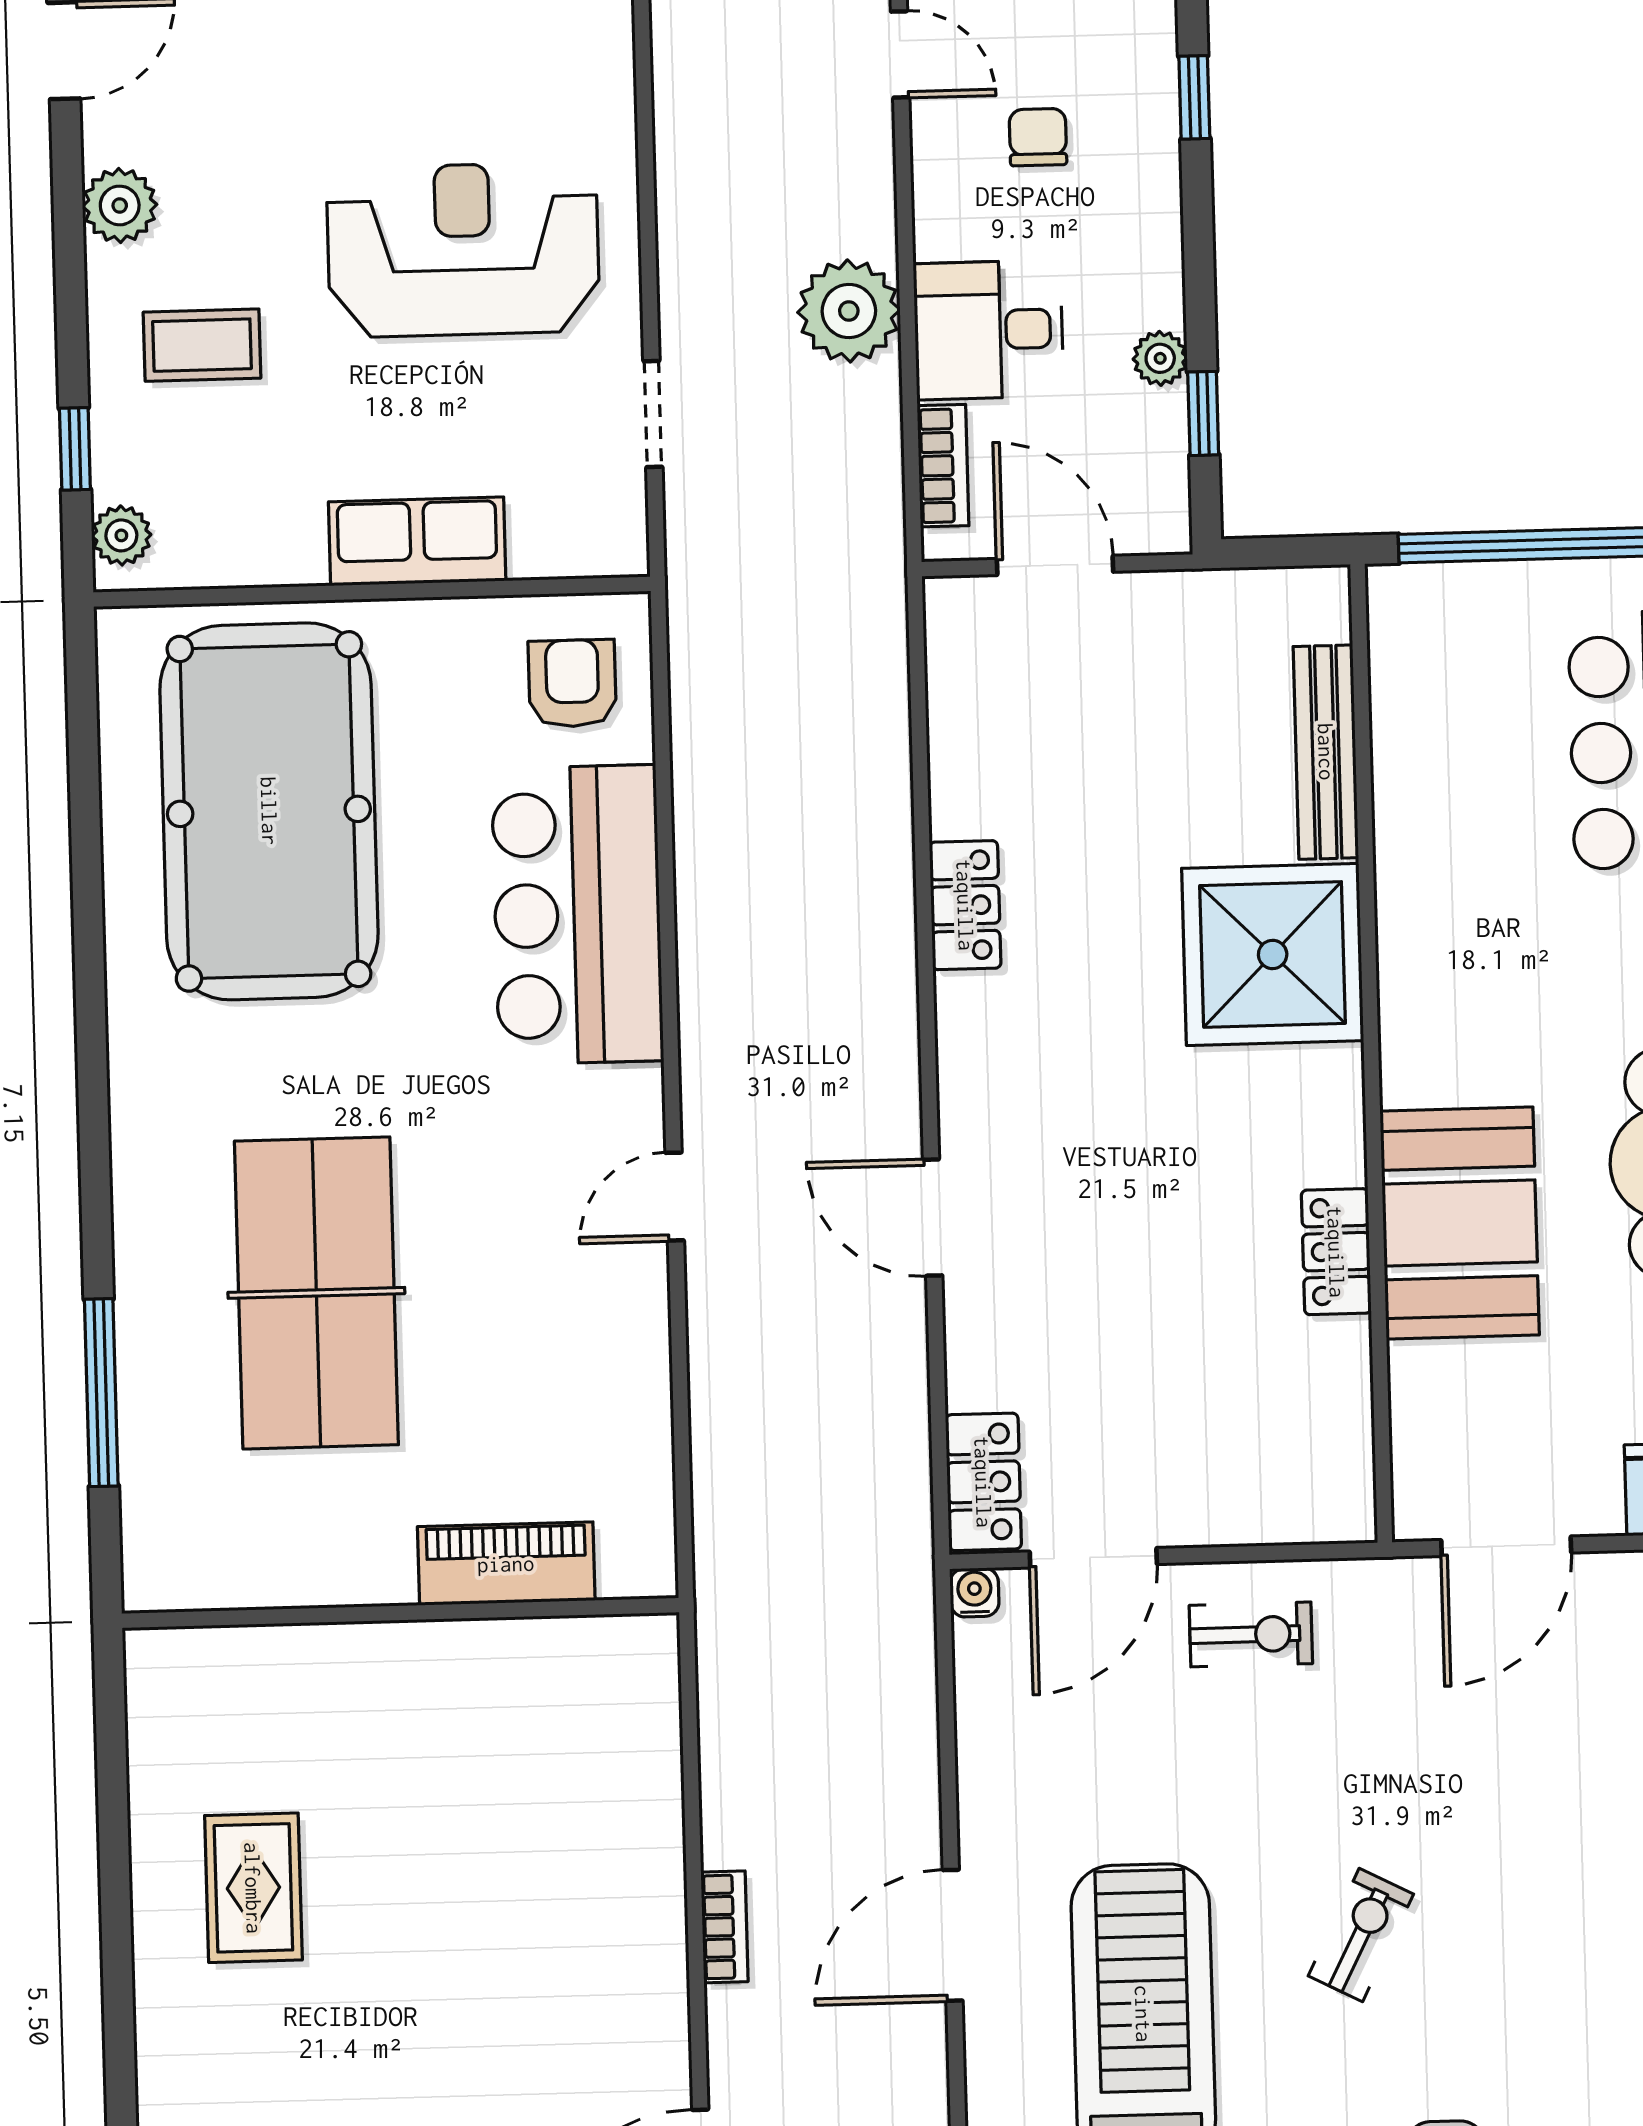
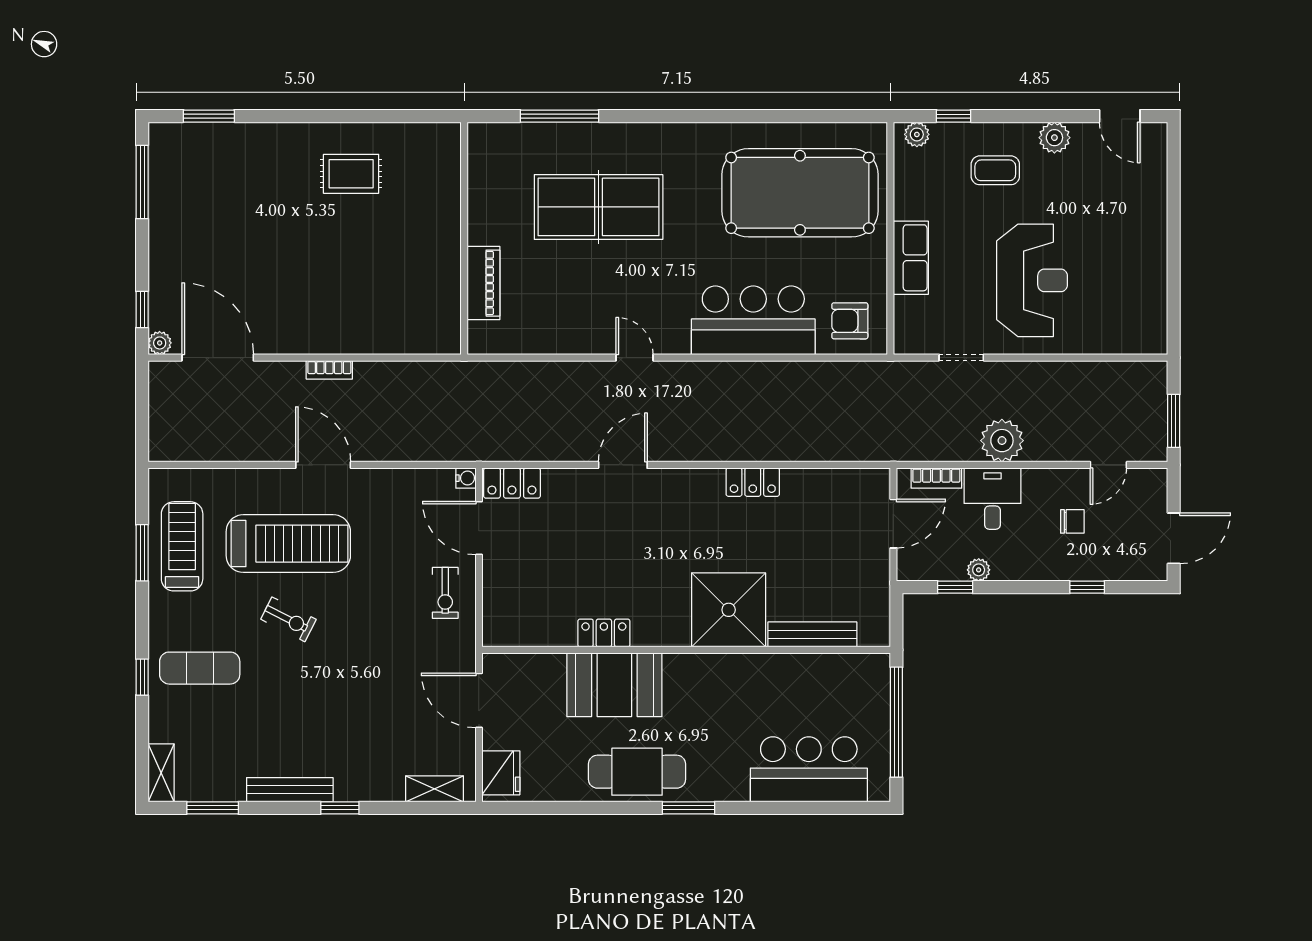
coffee table: (202, 345) -> (995, 170), turned 90
armchair: (572, 683) -> (850, 321), turned 180
exercise bike: (1361, 1935) -> (288, 619), moved

